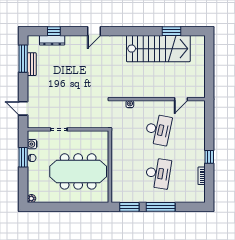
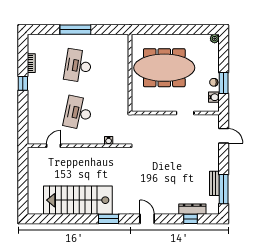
door: (94, 31) -> (147, 219), hinge flipped
window: (172, 31) -> (108, 219), moved
window: (129, 207) -> (109, 30), removed

